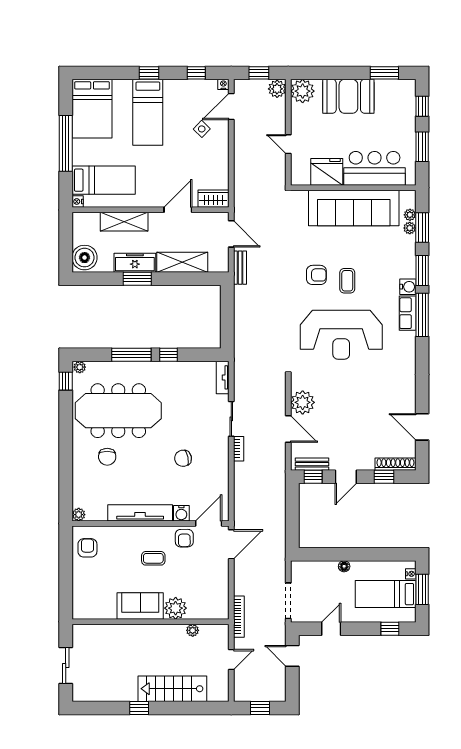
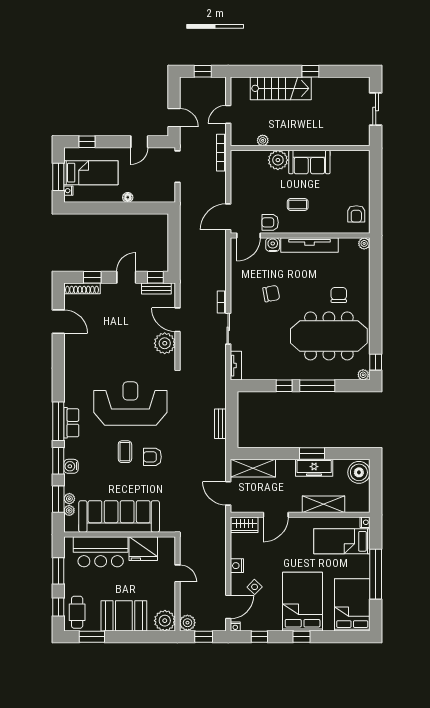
cafe table: (401, 100) -> (77, 612), added
bed: (148, 112) -> (303, 602), width x1.50
nightstand: (222, 153) -> (237, 566), added
shelving: (182, 262) -> (253, 468), moved
bench: (240, 268) -> (220, 424), moved
water cooler: (408, 287) -> (71, 466), moved
armchair: (184, 538) -> (270, 222), turned -89

